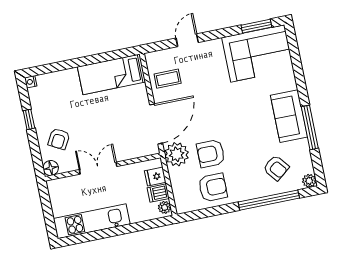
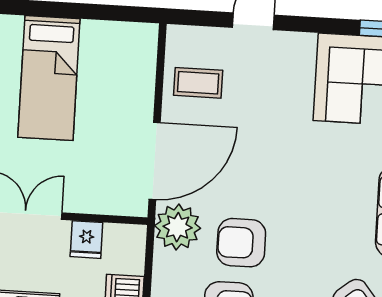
bed: (112, 74) -> (49, 78), moved, turned -90
fridge: (155, 177) -> (86, 240), moved, turned -90

